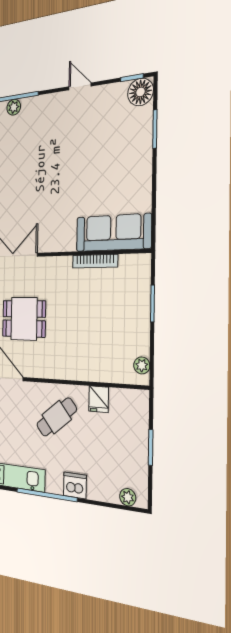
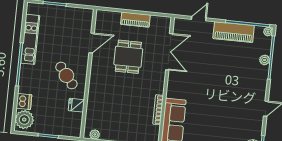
dishwasher: (75, 485) -> (24, 102), moved
plant: (128, 497) -> (24, 120), width x1.88, depth x1.88

